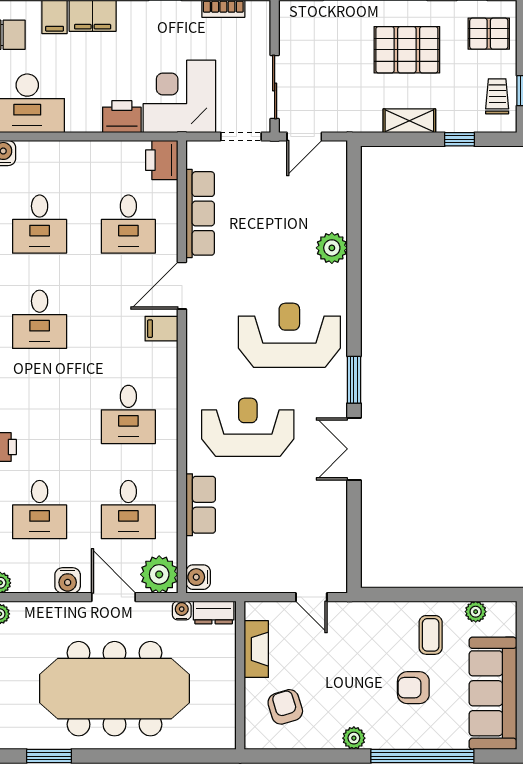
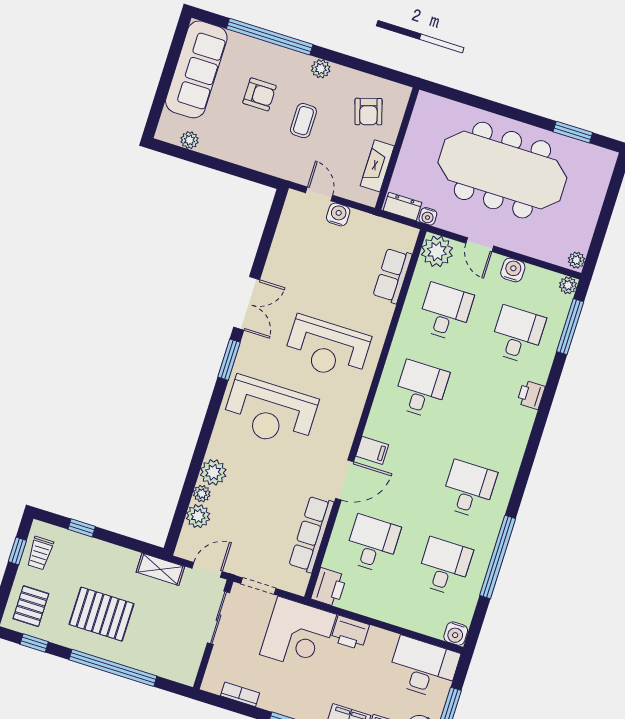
pallet: (489, 34) -> (31, 606), turned 90
shelving: (409, 121) -> (160, 569), moved
plant: (333, 194) -> (198, 516), added
plant: (337, 220) -> (202, 494), added
row of seats: (201, 505) -> (392, 275), moved
water cooler: (198, 577) -> (338, 214), moved, turned -90
door: (114, 597) -> (480, 245), width x0.73
coffee table: (431, 635) -> (303, 121), moved

